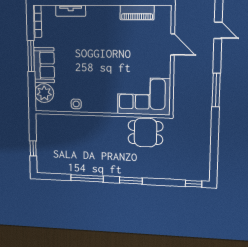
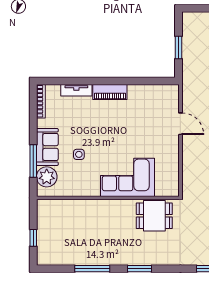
piano: (137, 12) -> (110, 92), moved
window: (31, 56) -> (33, 161), moved
corner sofa: (144, 96) -> (128, 177), moved
side table: (76, 104) -> (79, 154), moved

